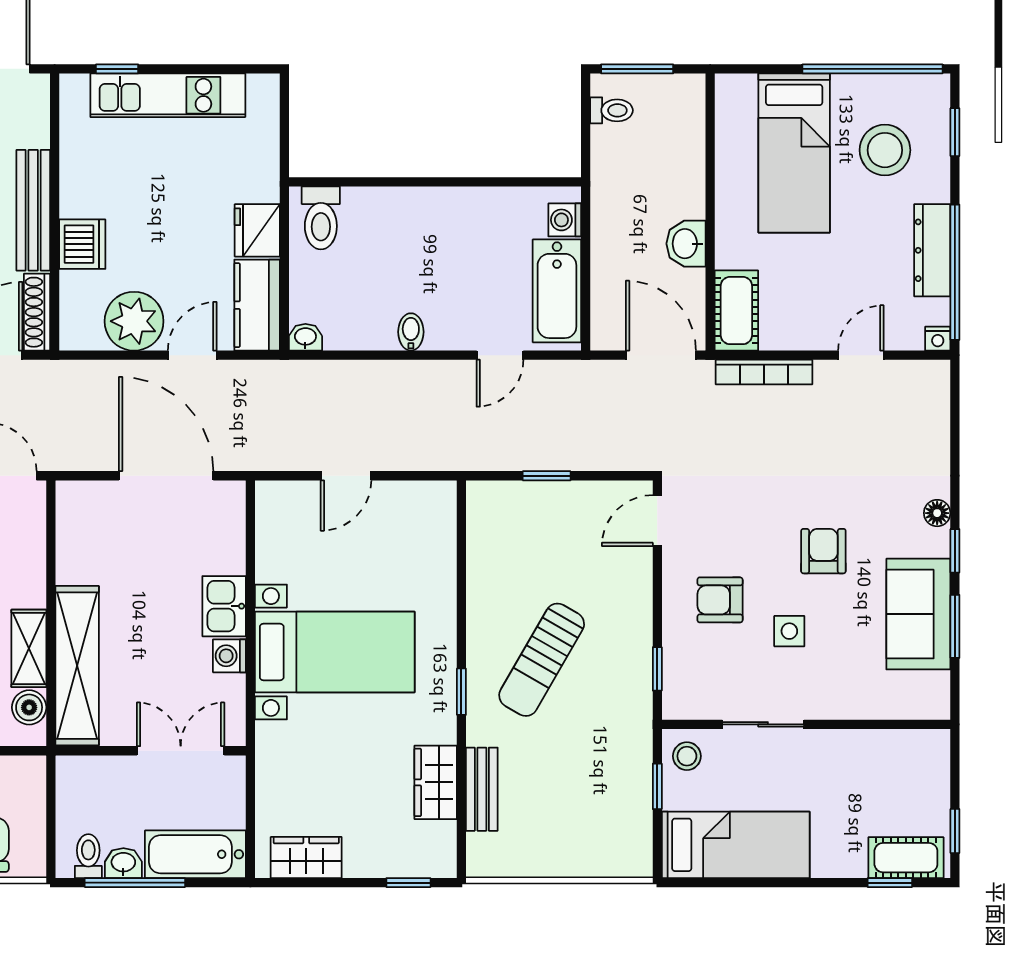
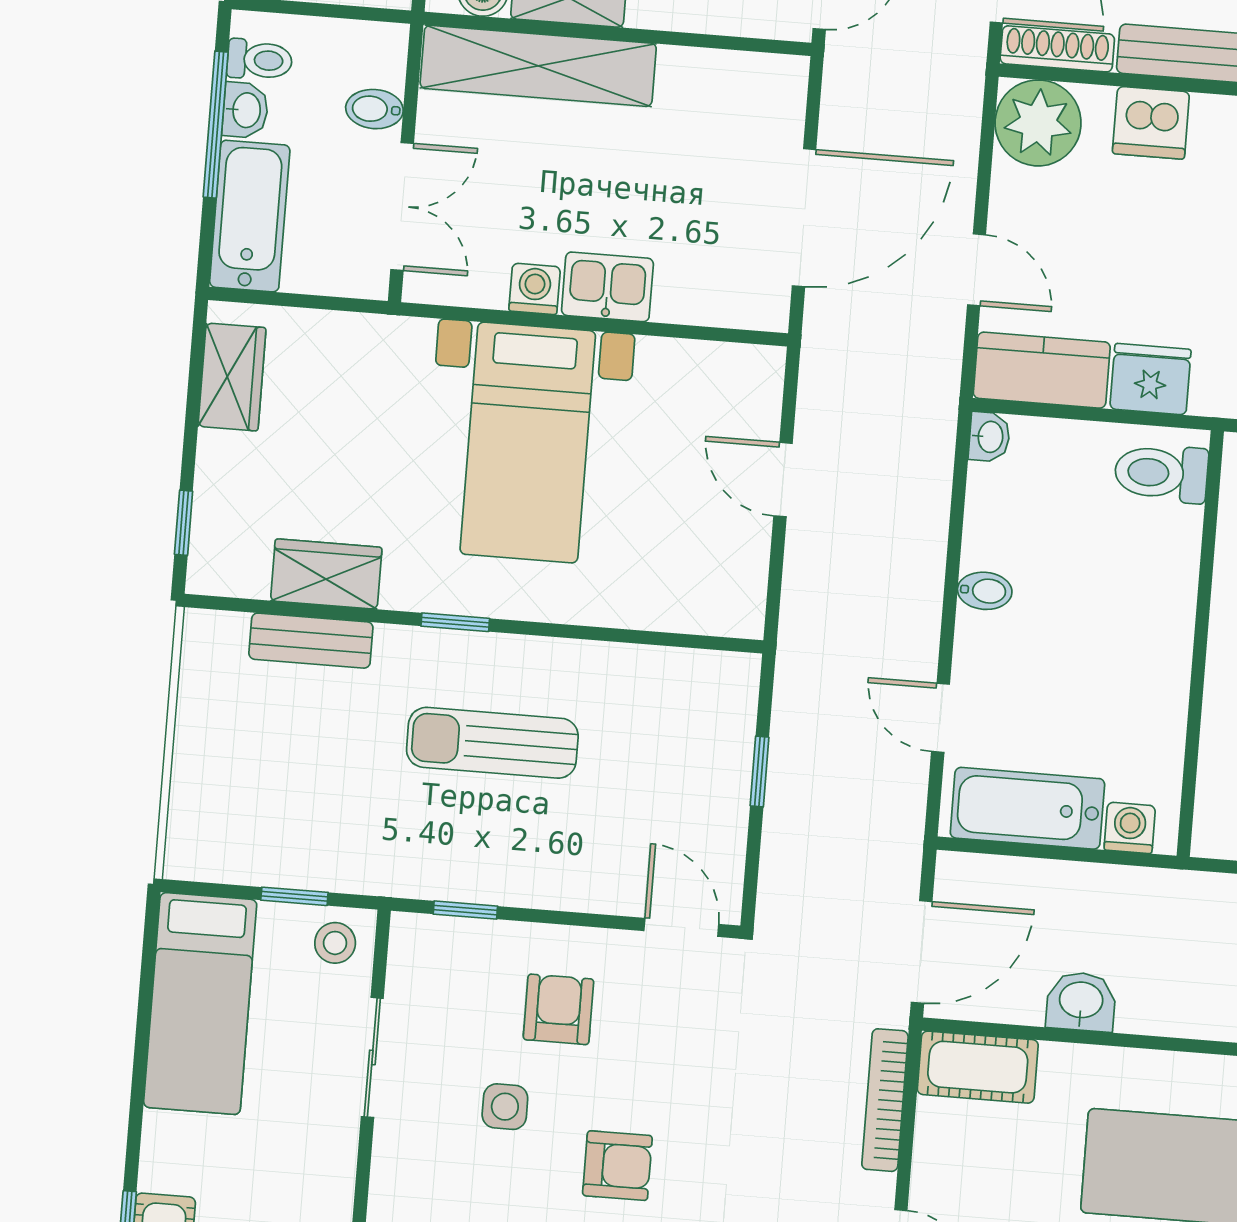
plant: (134, 321) -> (1038, 123), moved
sun lounger: (542, 660) -> (492, 743), turned -30
bidet: (116, 775) -> (374, 109), added

